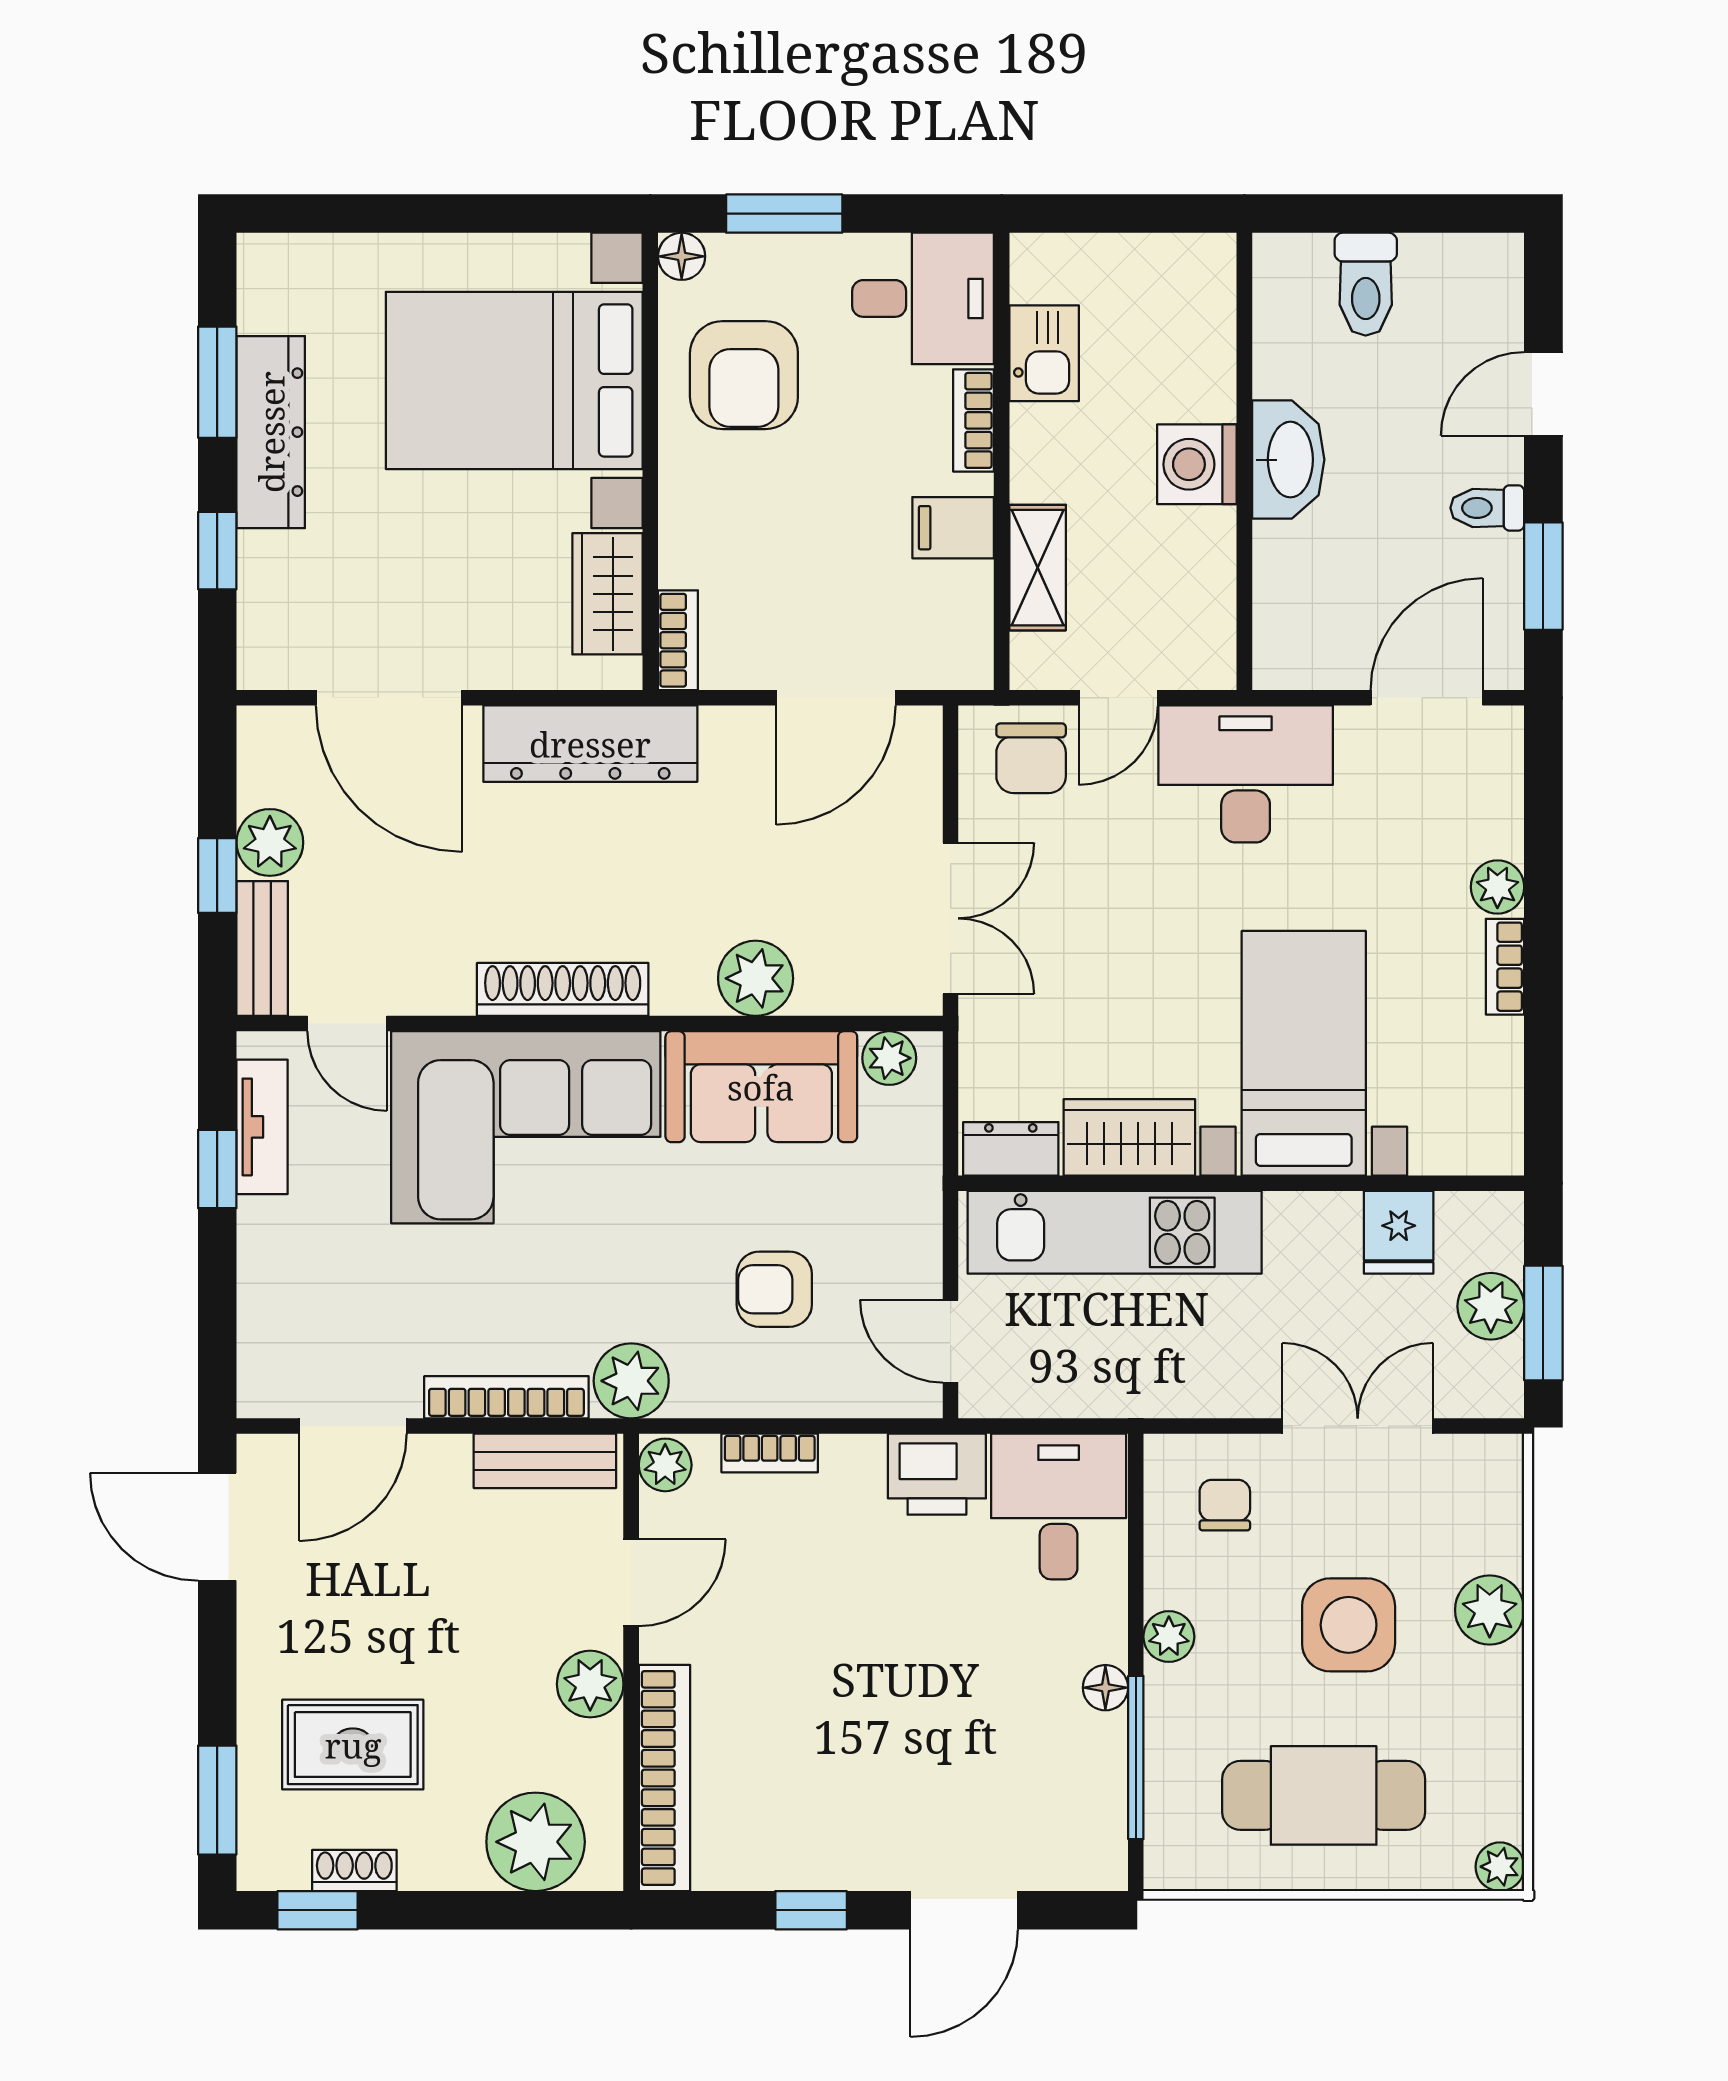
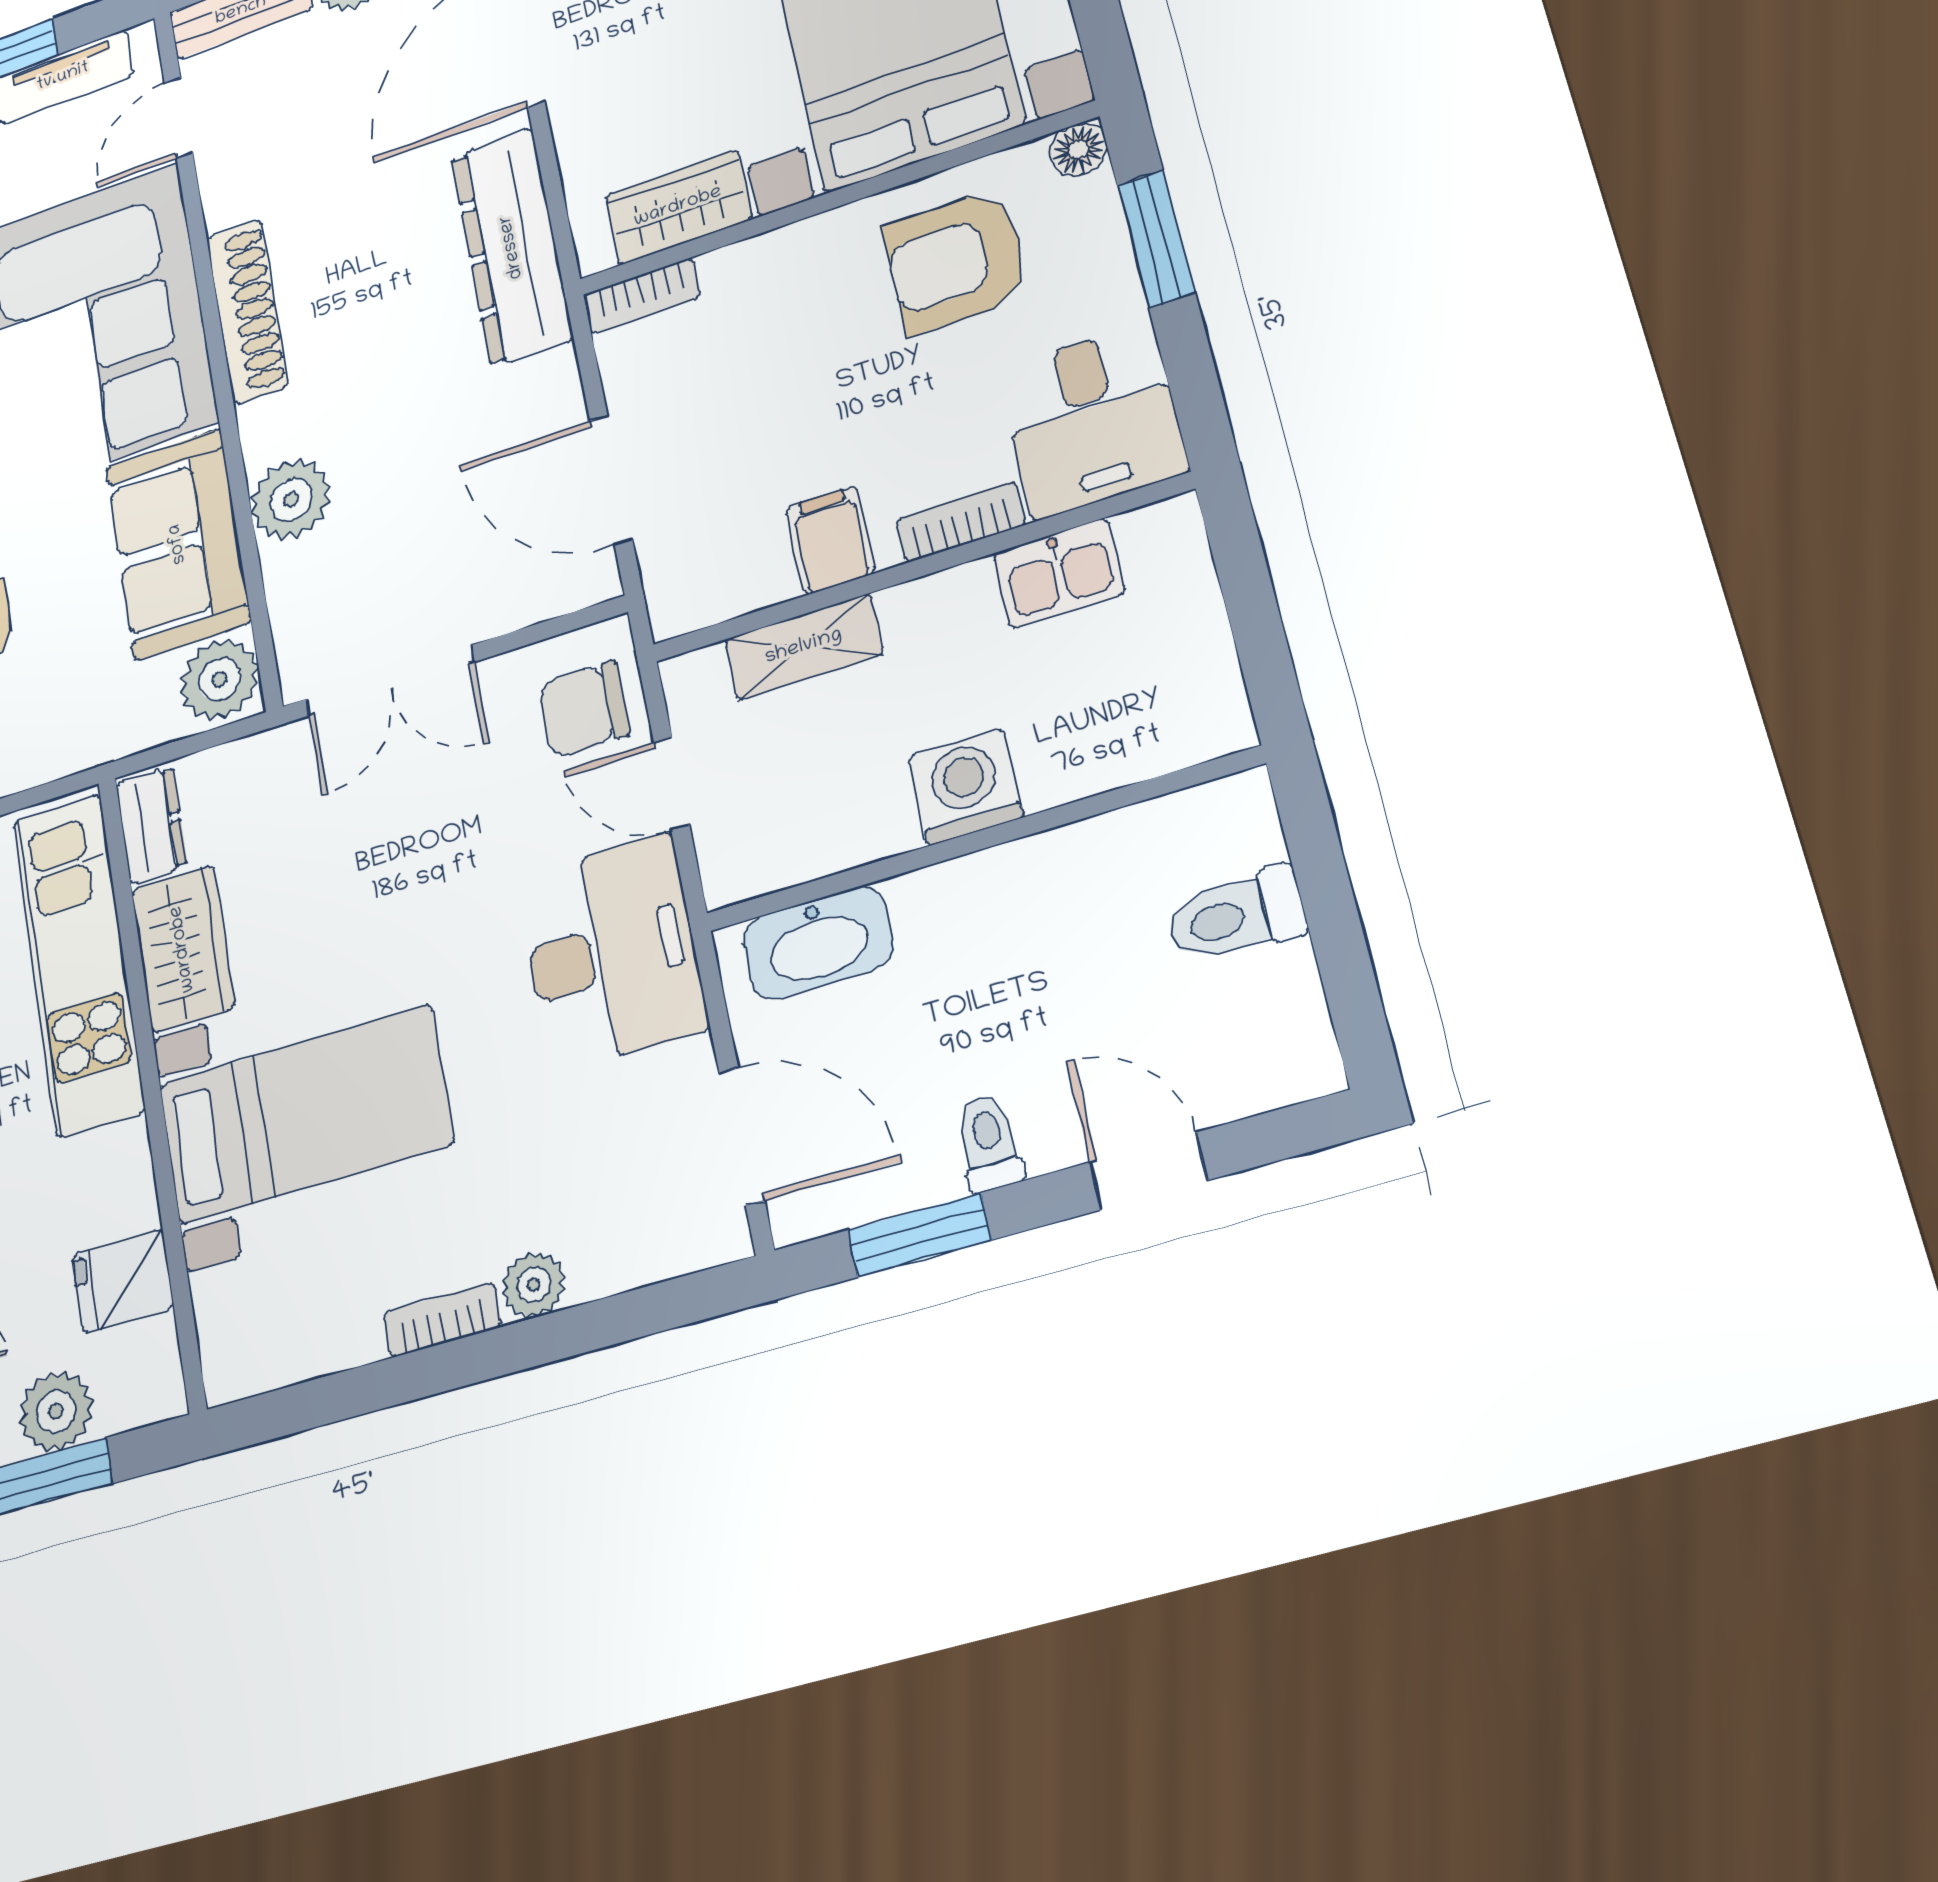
washbasin: (1288, 460) -> (818, 943), moved
plant: (889, 1058) -> (219, 679), width x1.38, depth x1.38

